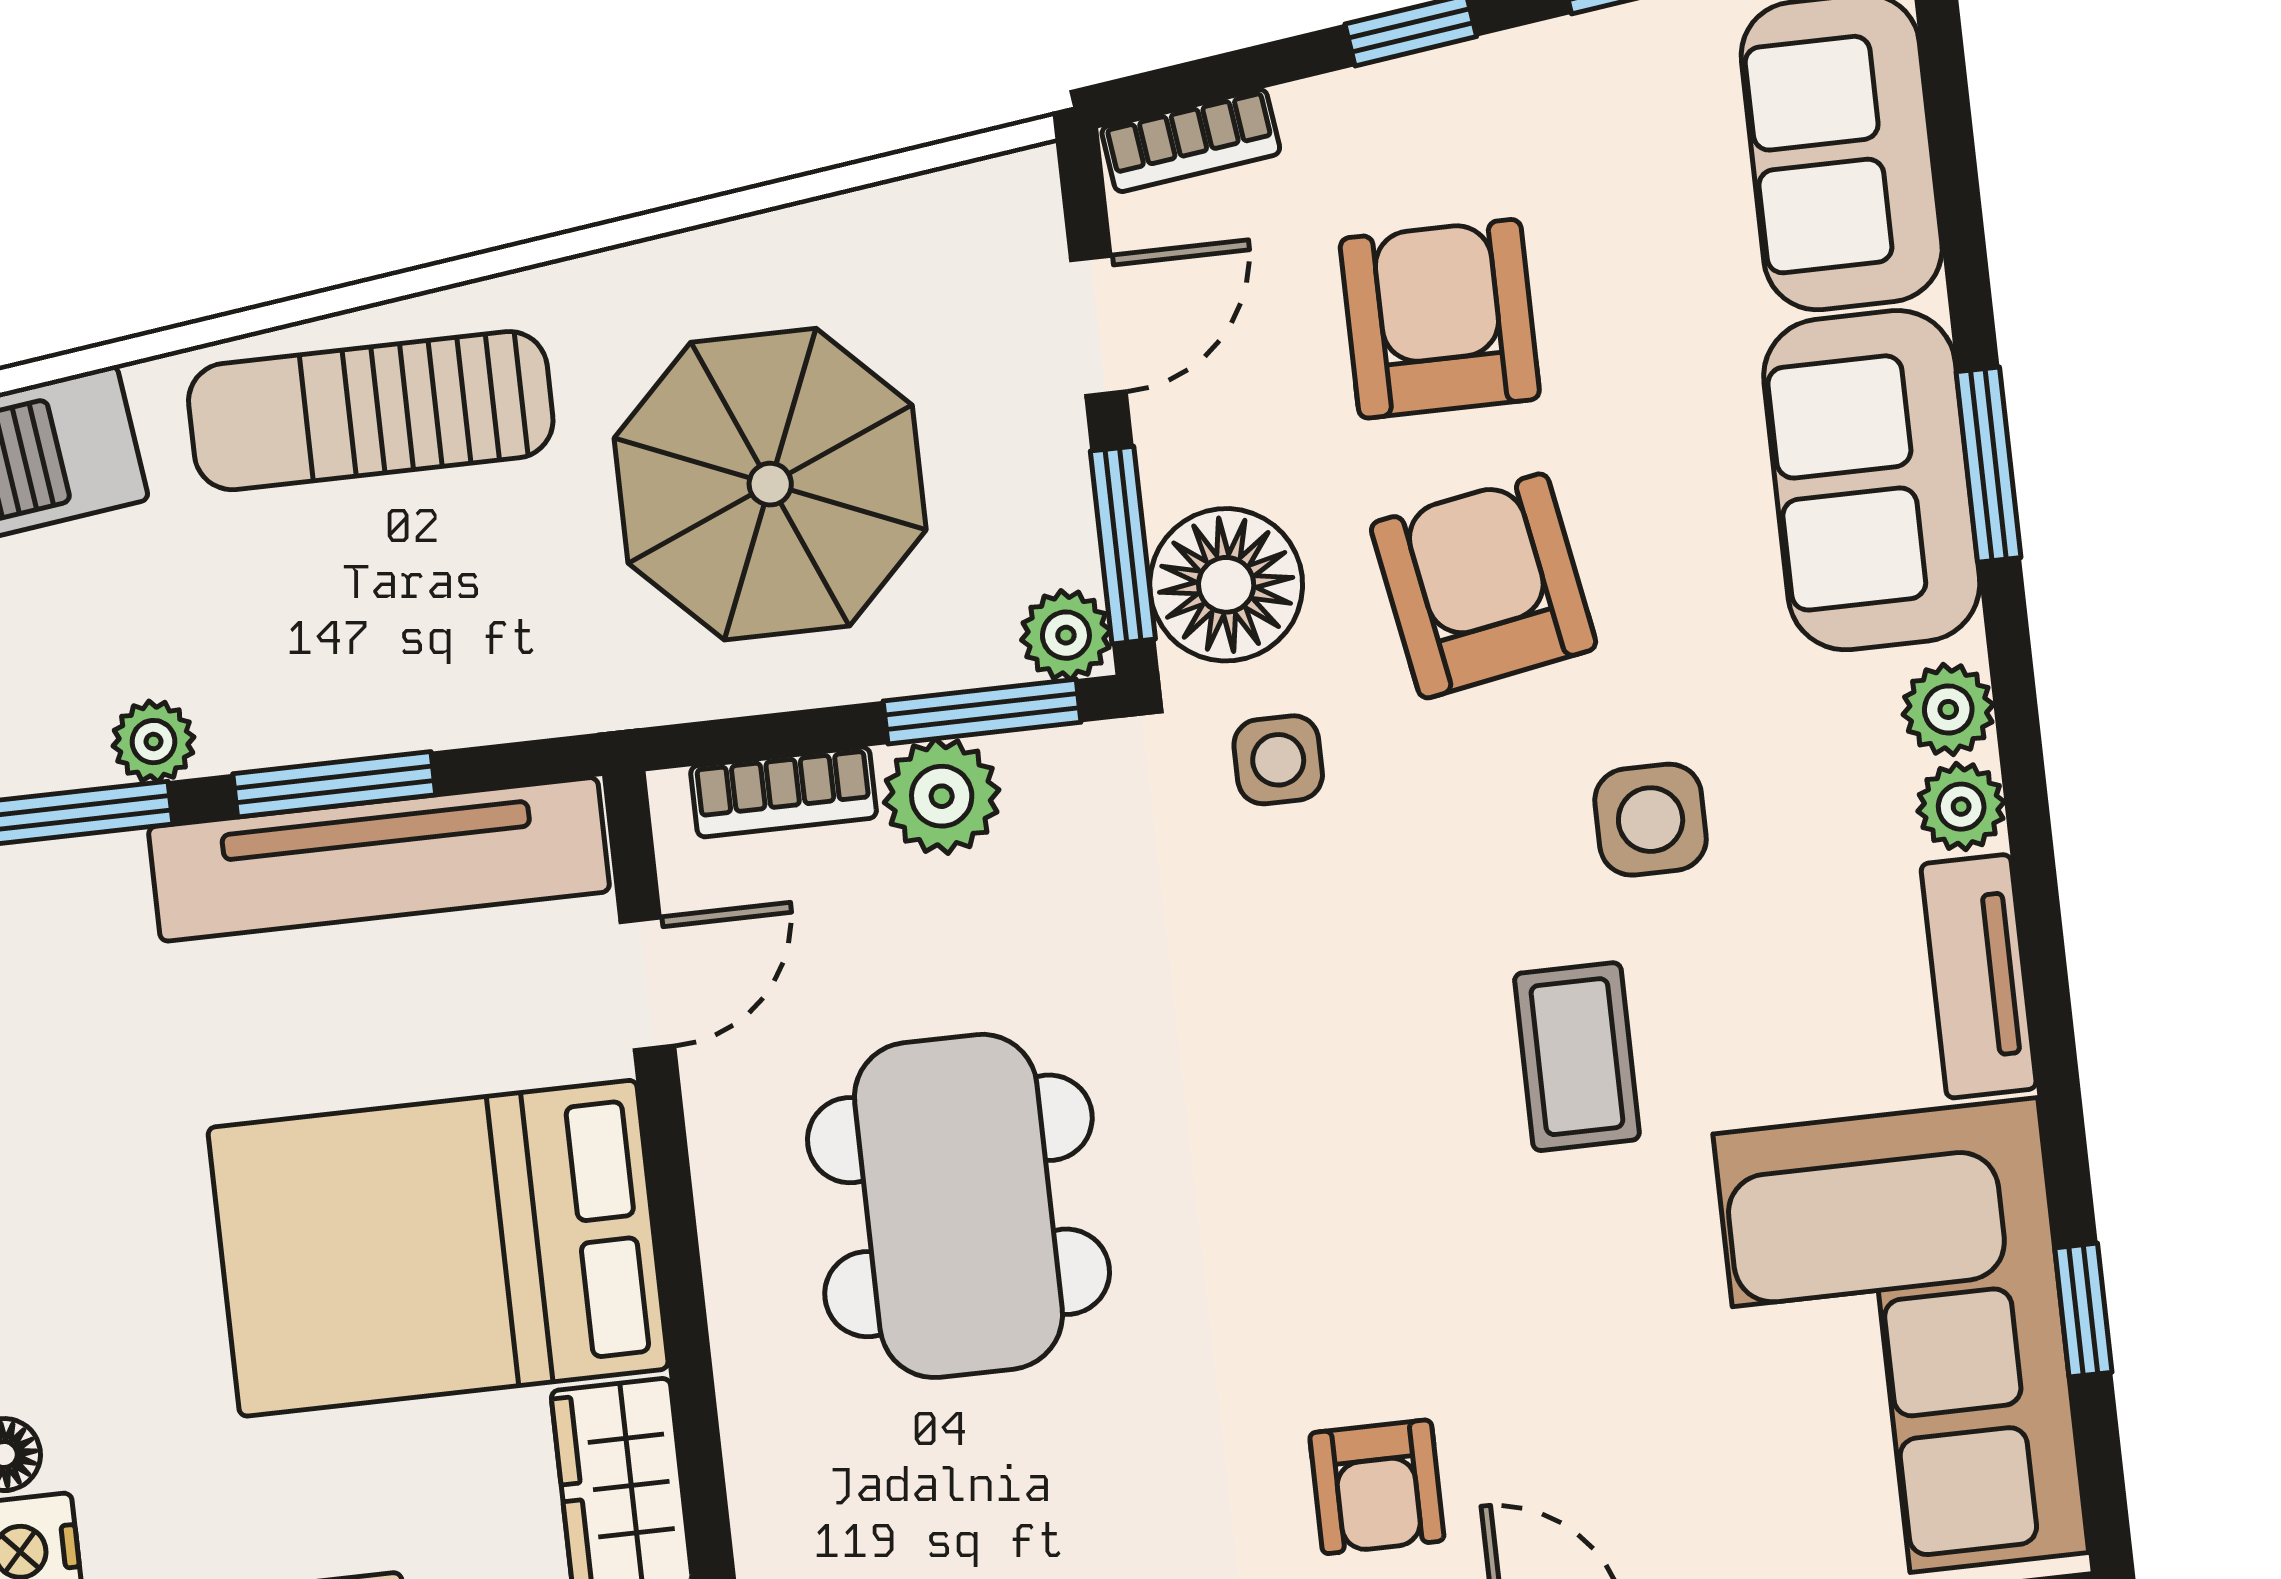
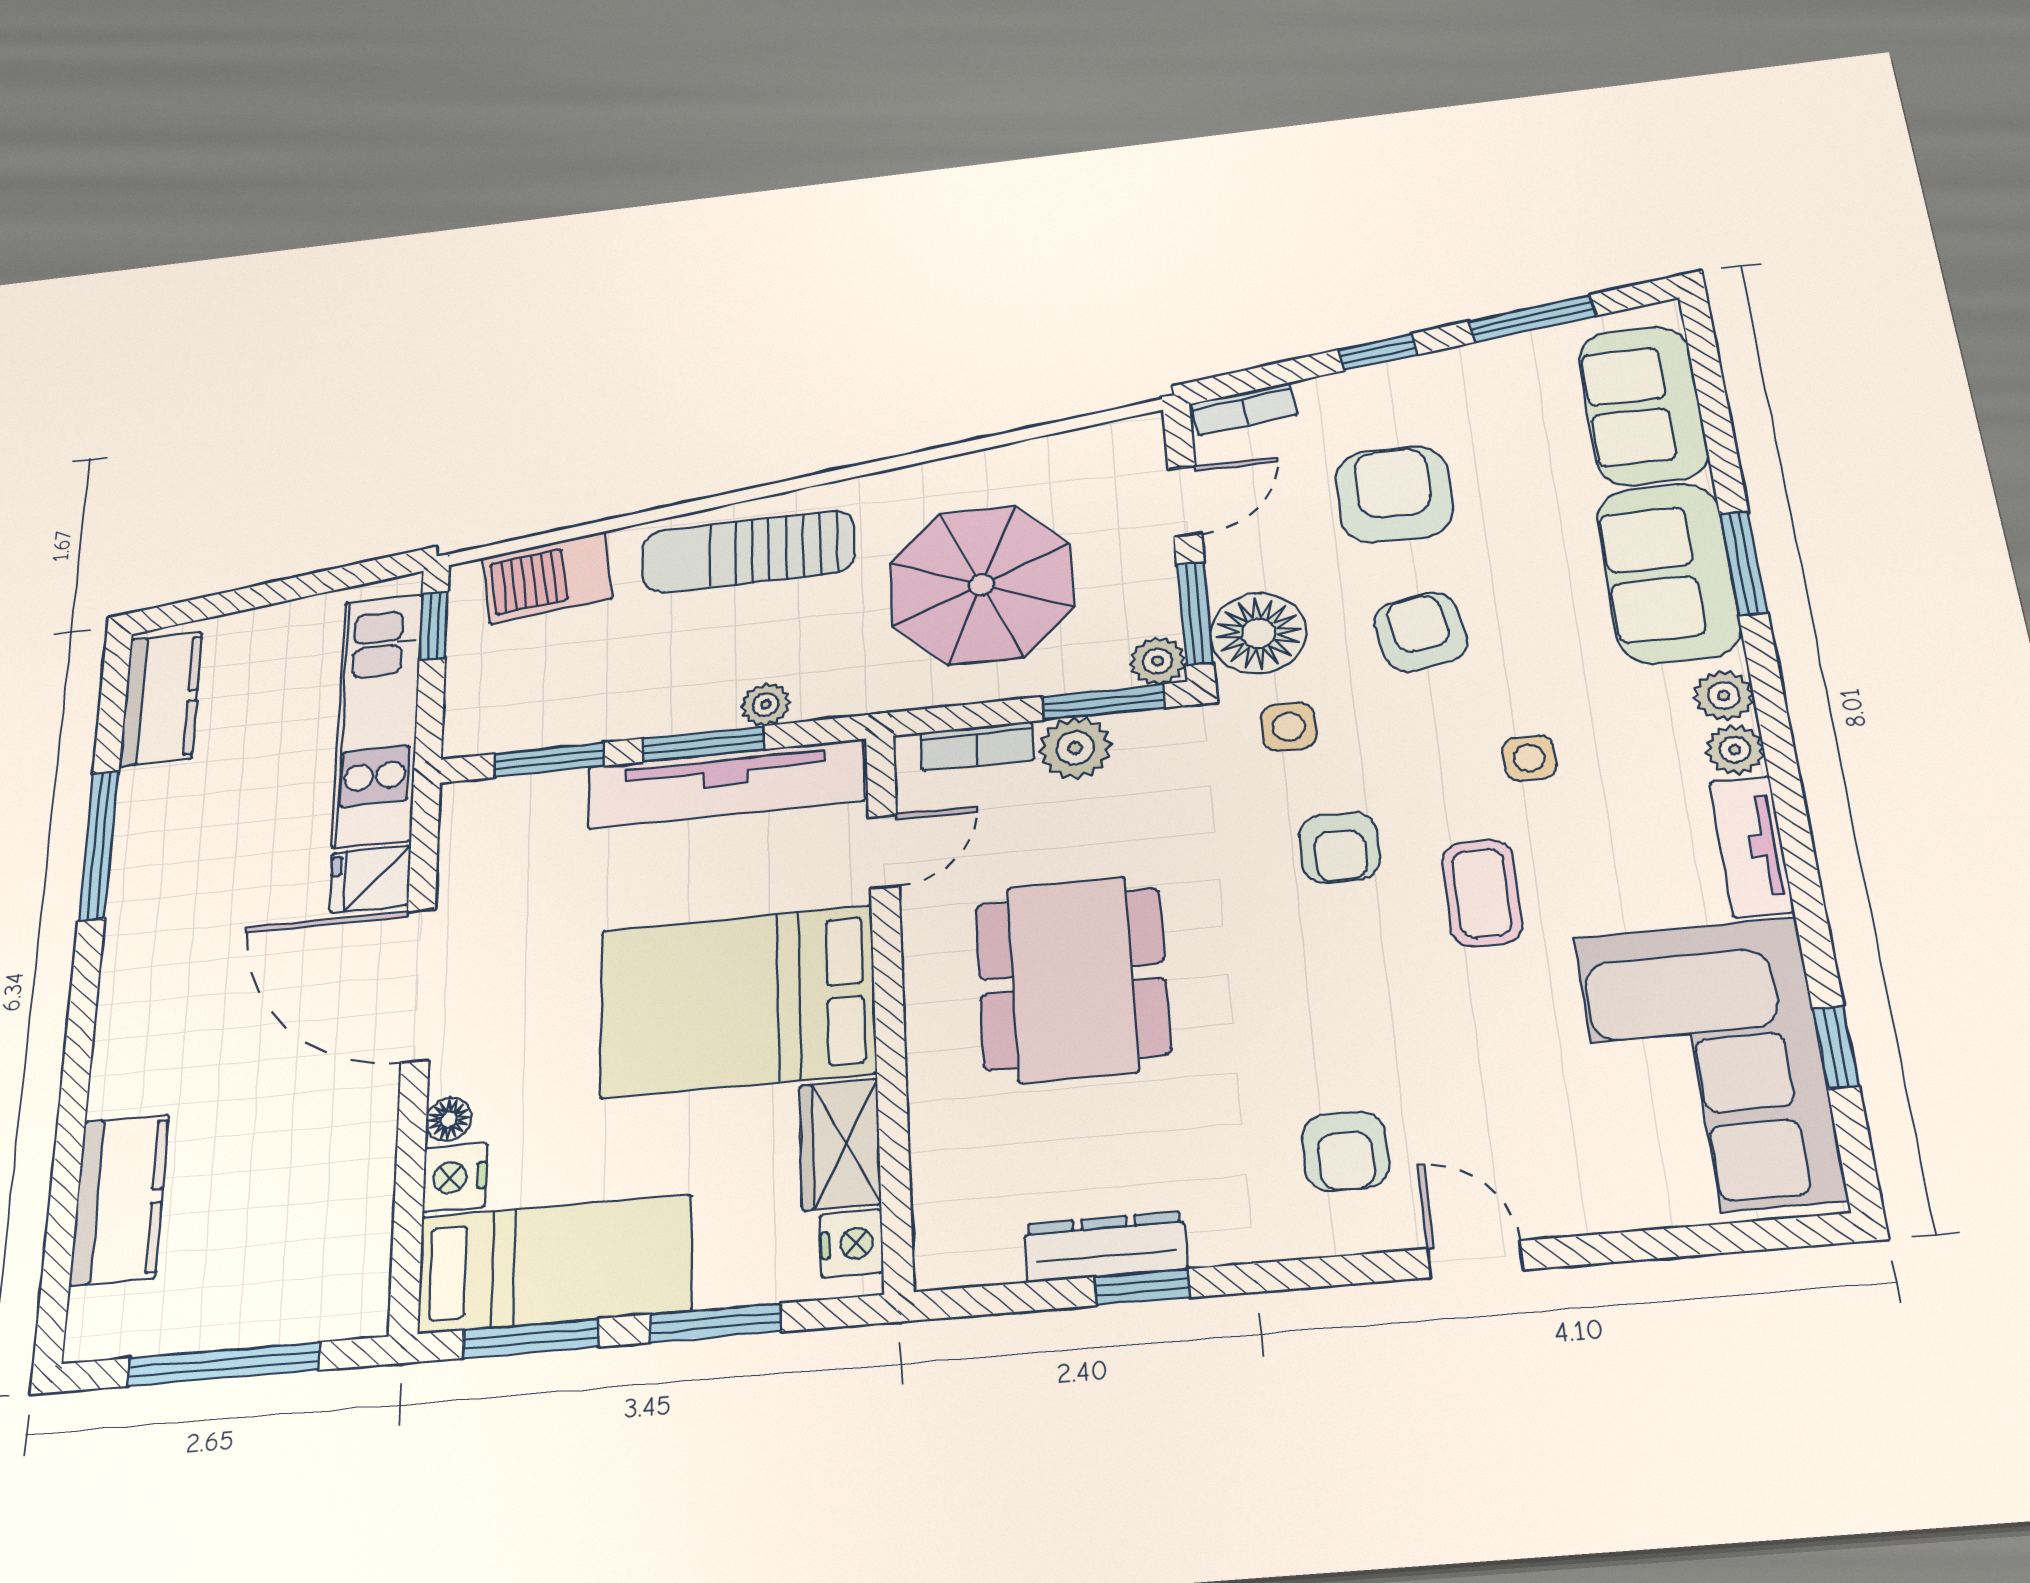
armchair: (1484, 586) -> (1421, 632), width x0.72, depth x0.72
plant: (153, 742) -> (766, 704), moved
side table: (1651, 820) -> (1529, 758), width x0.73, depth x0.73
armchair: (1361, 977) -> (1340, 847), added

